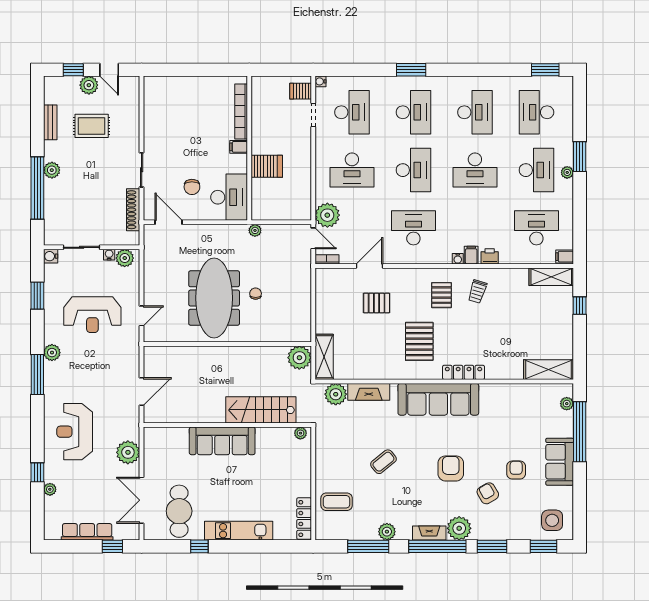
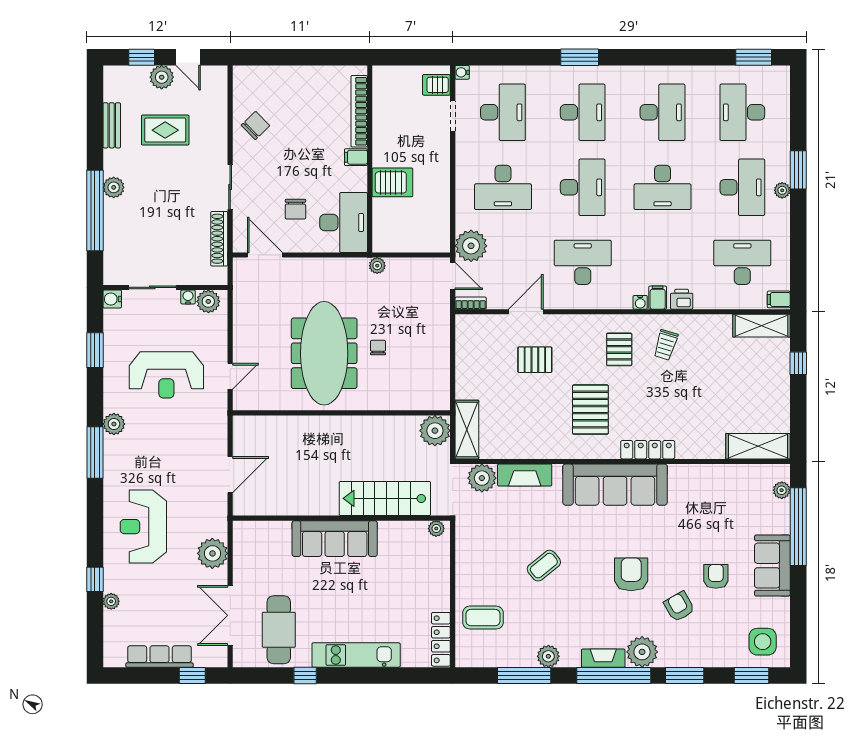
chair: (161, 122) -> (255, 125), added

